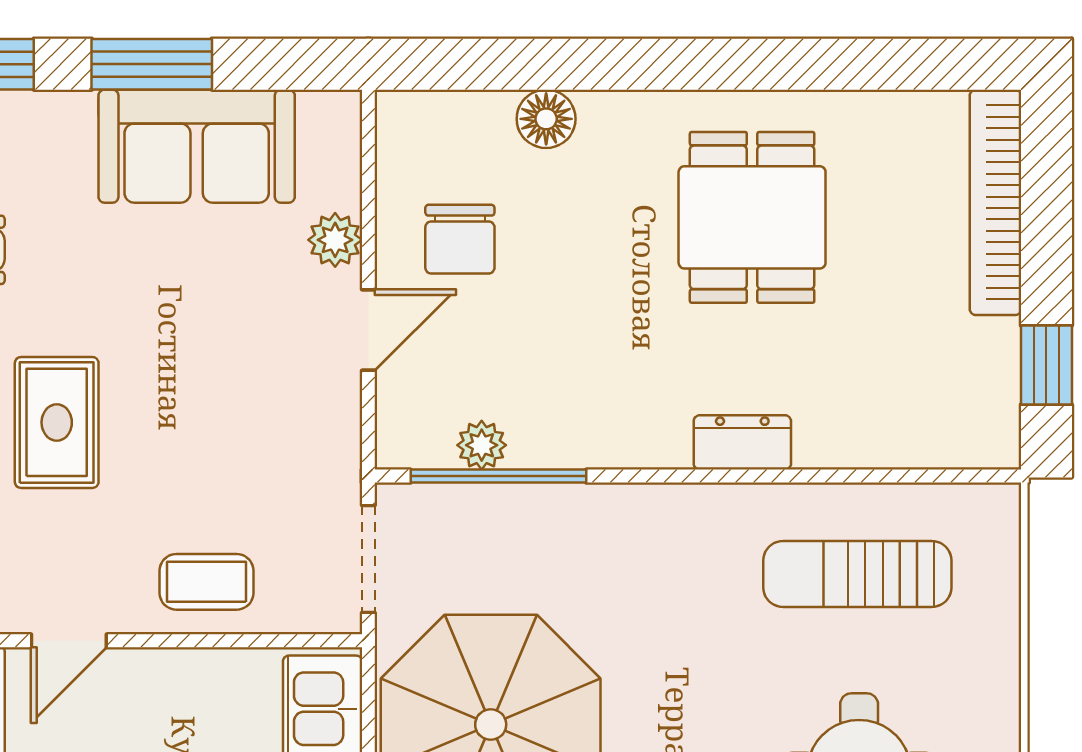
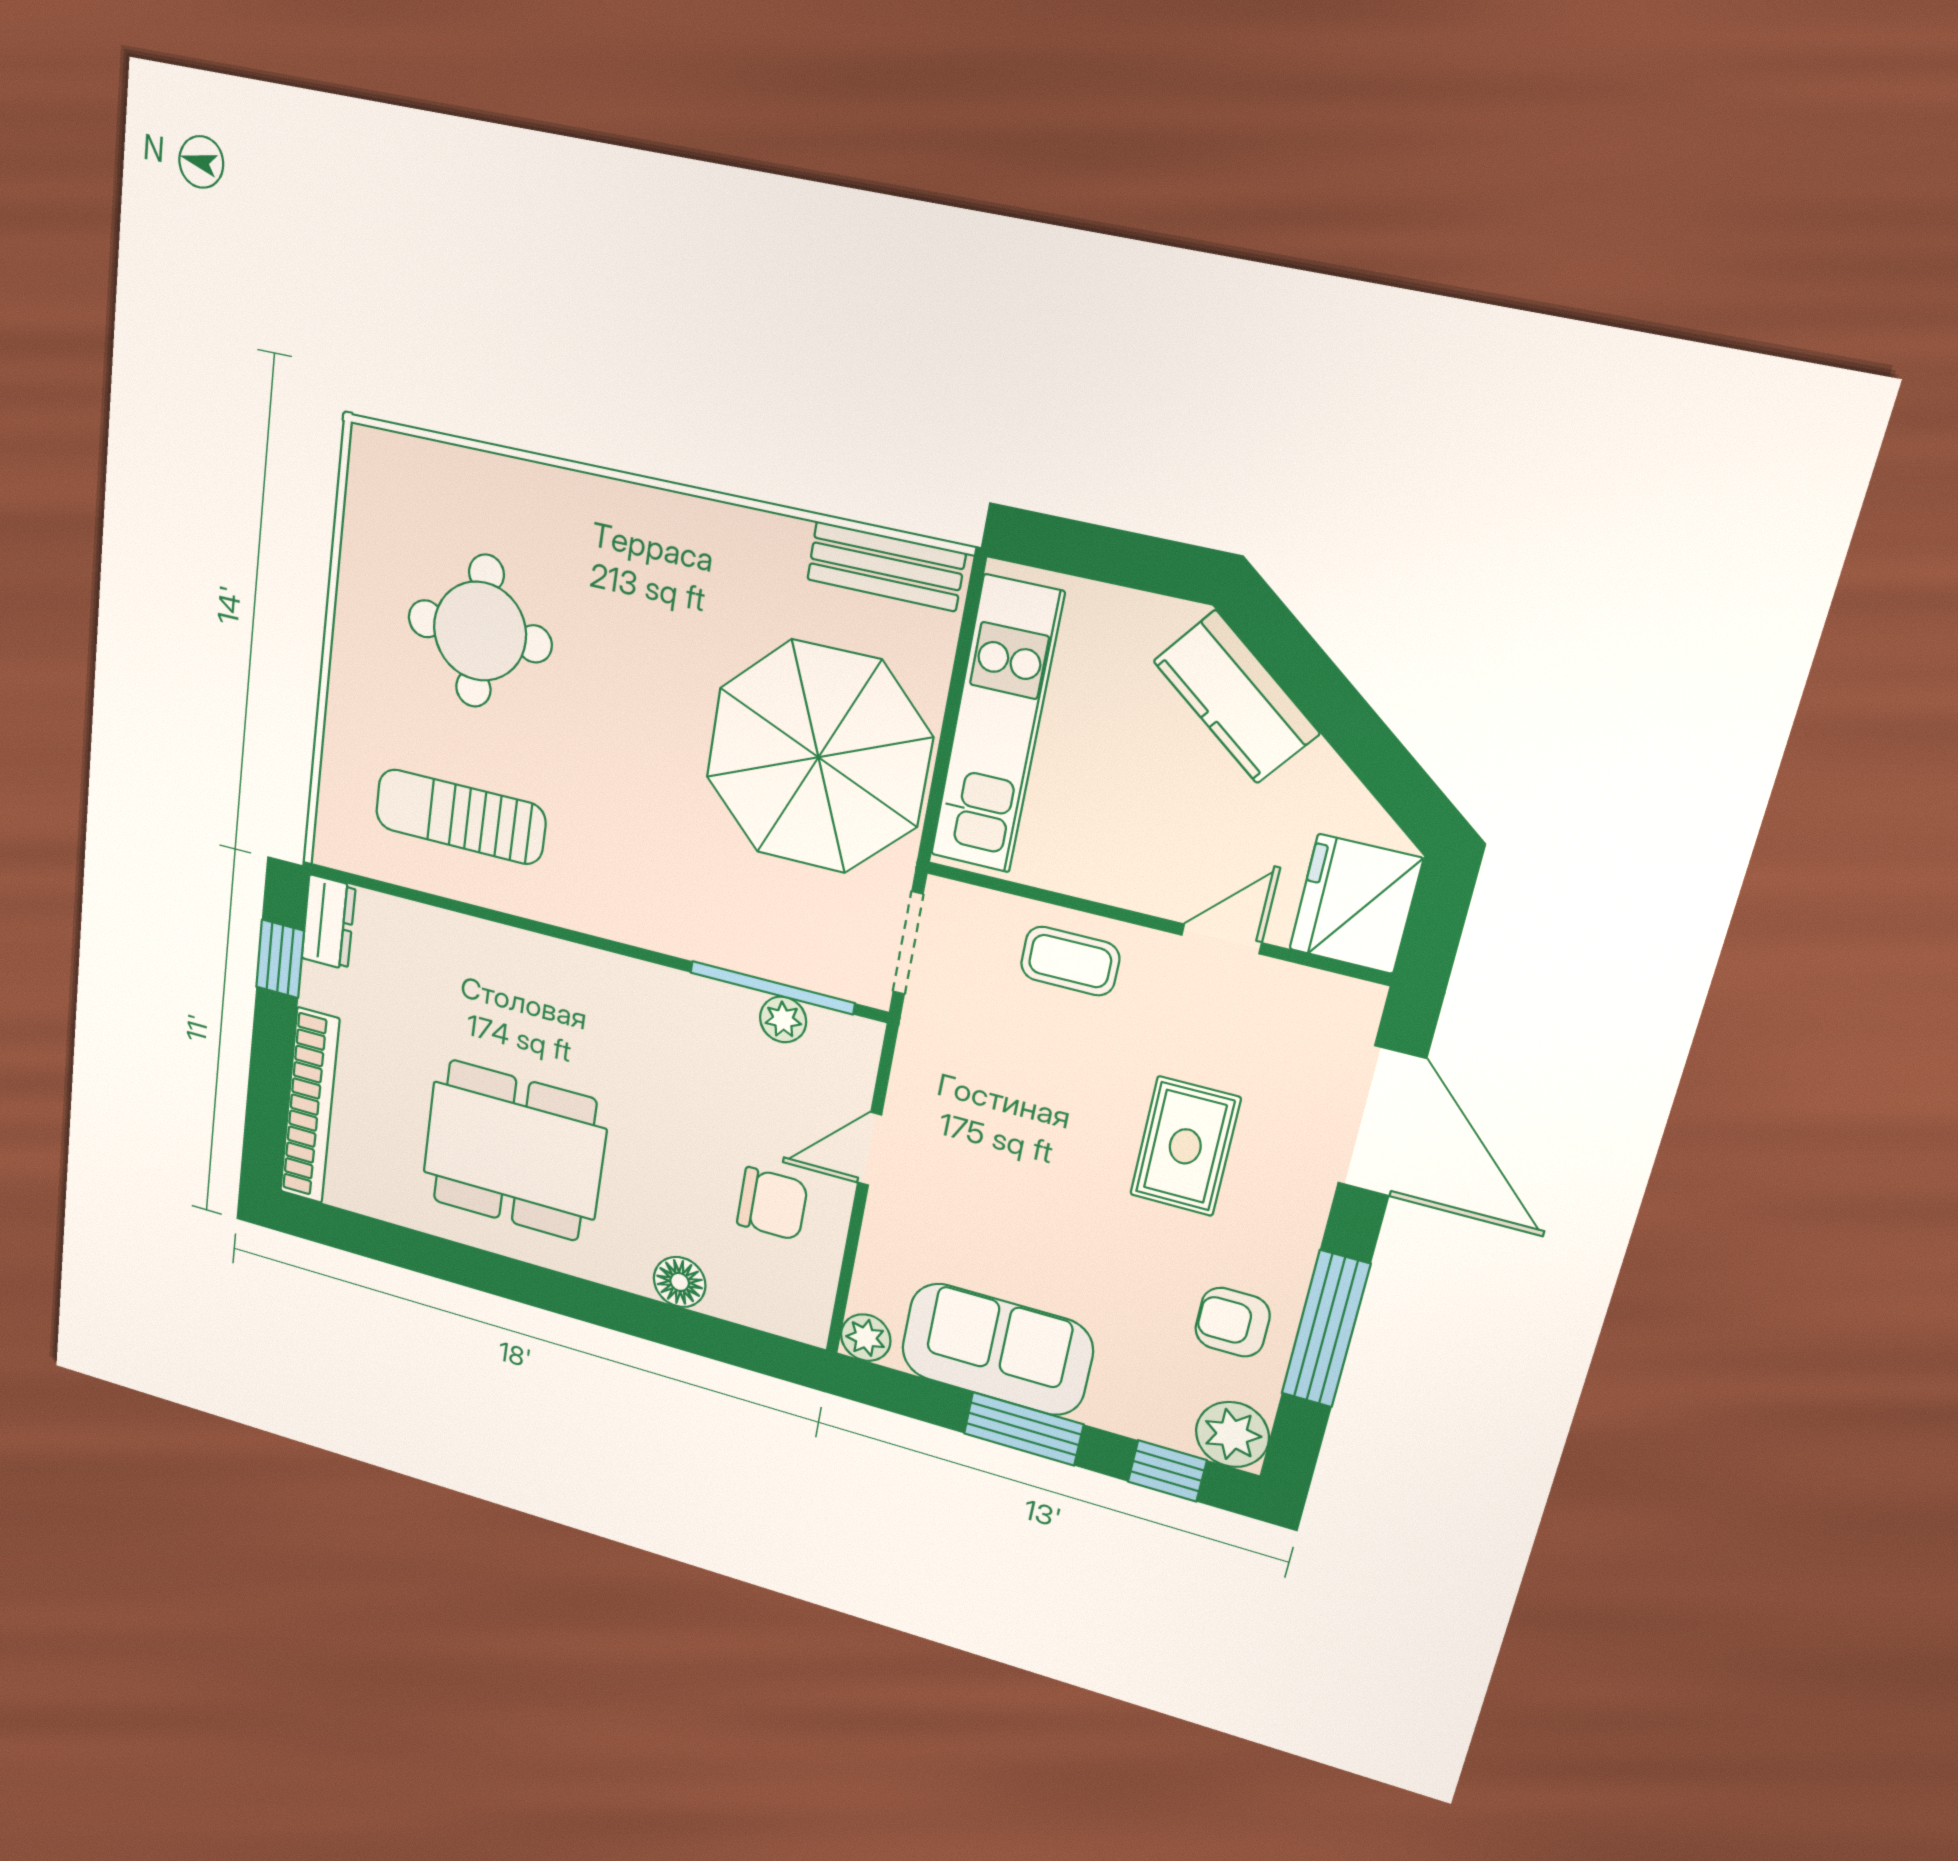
dining table: (752, 217) -> (514, 1151), width x1.38
chair: (460, 239) -> (772, 1204), turned 90
plant: (335, 240) -> (866, 1338), moved
dresser: (742, 442) -> (329, 922), moved, turned -90
sun lounger: (857, 574) -> (460, 817), turned 180

